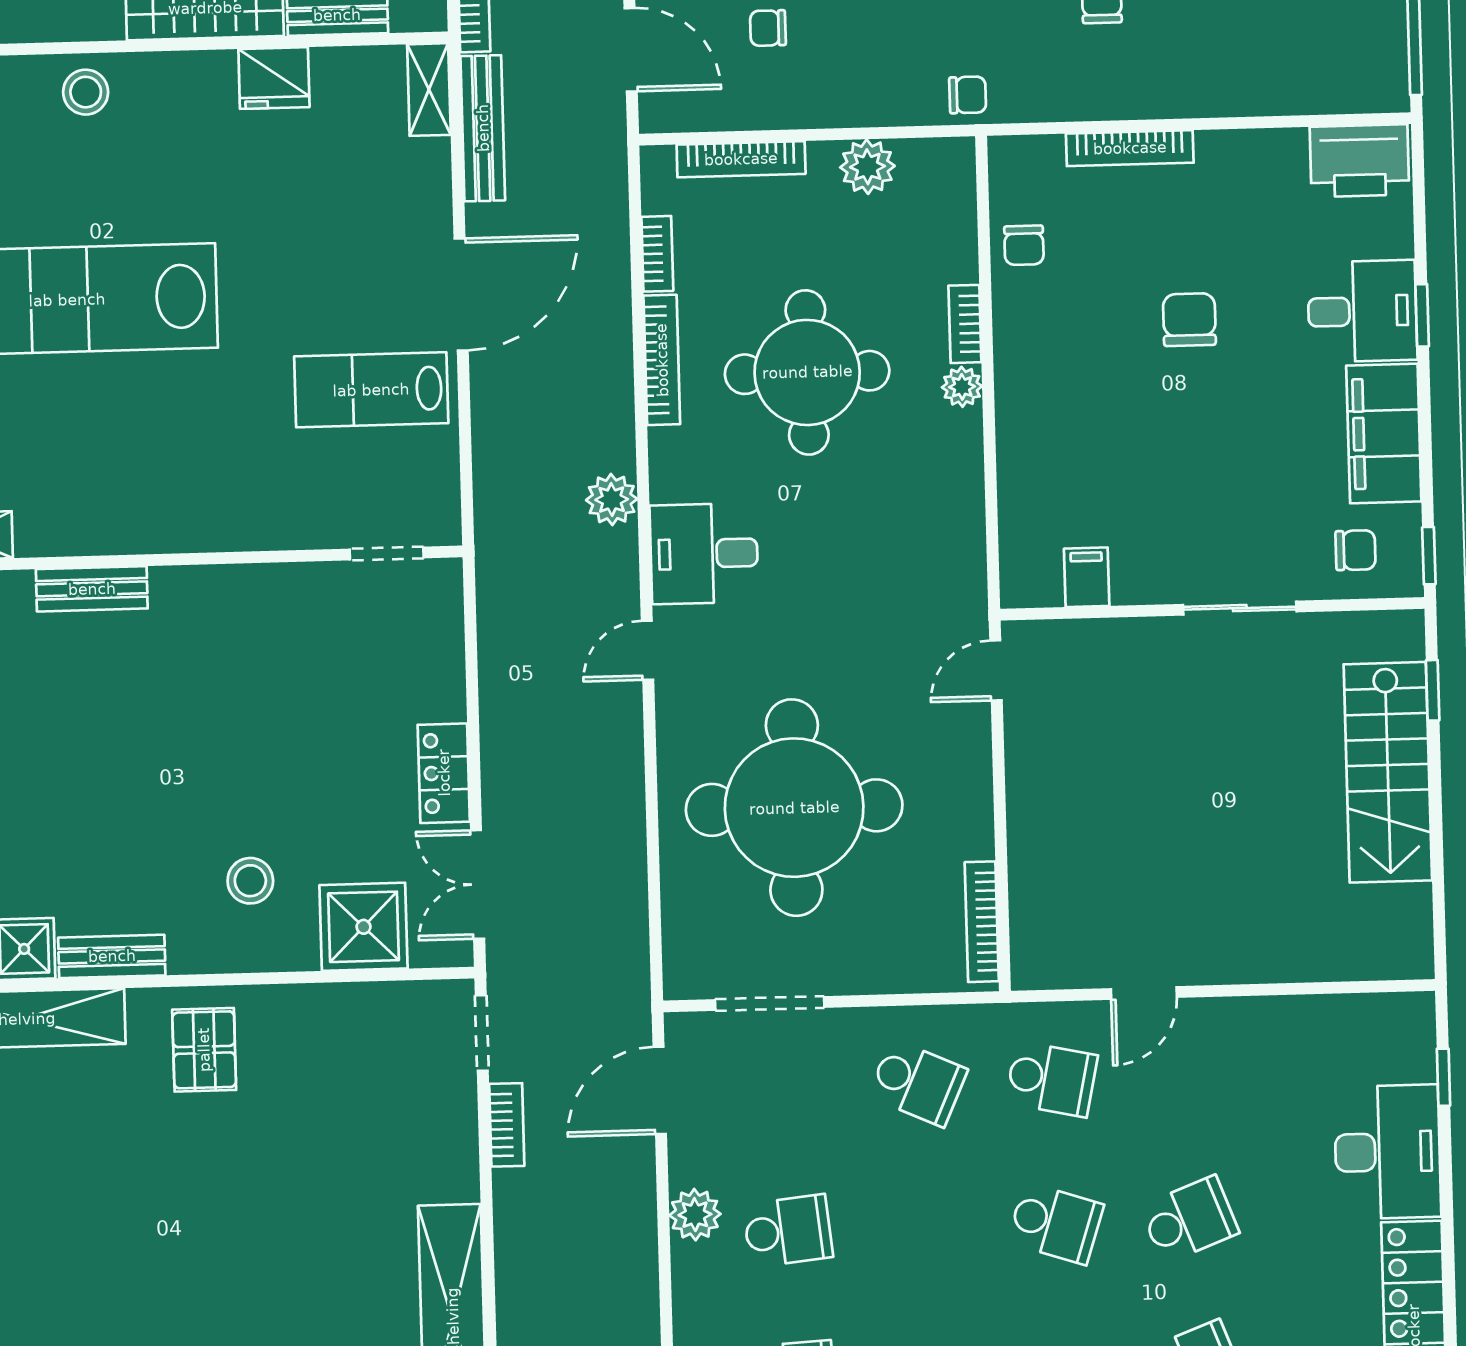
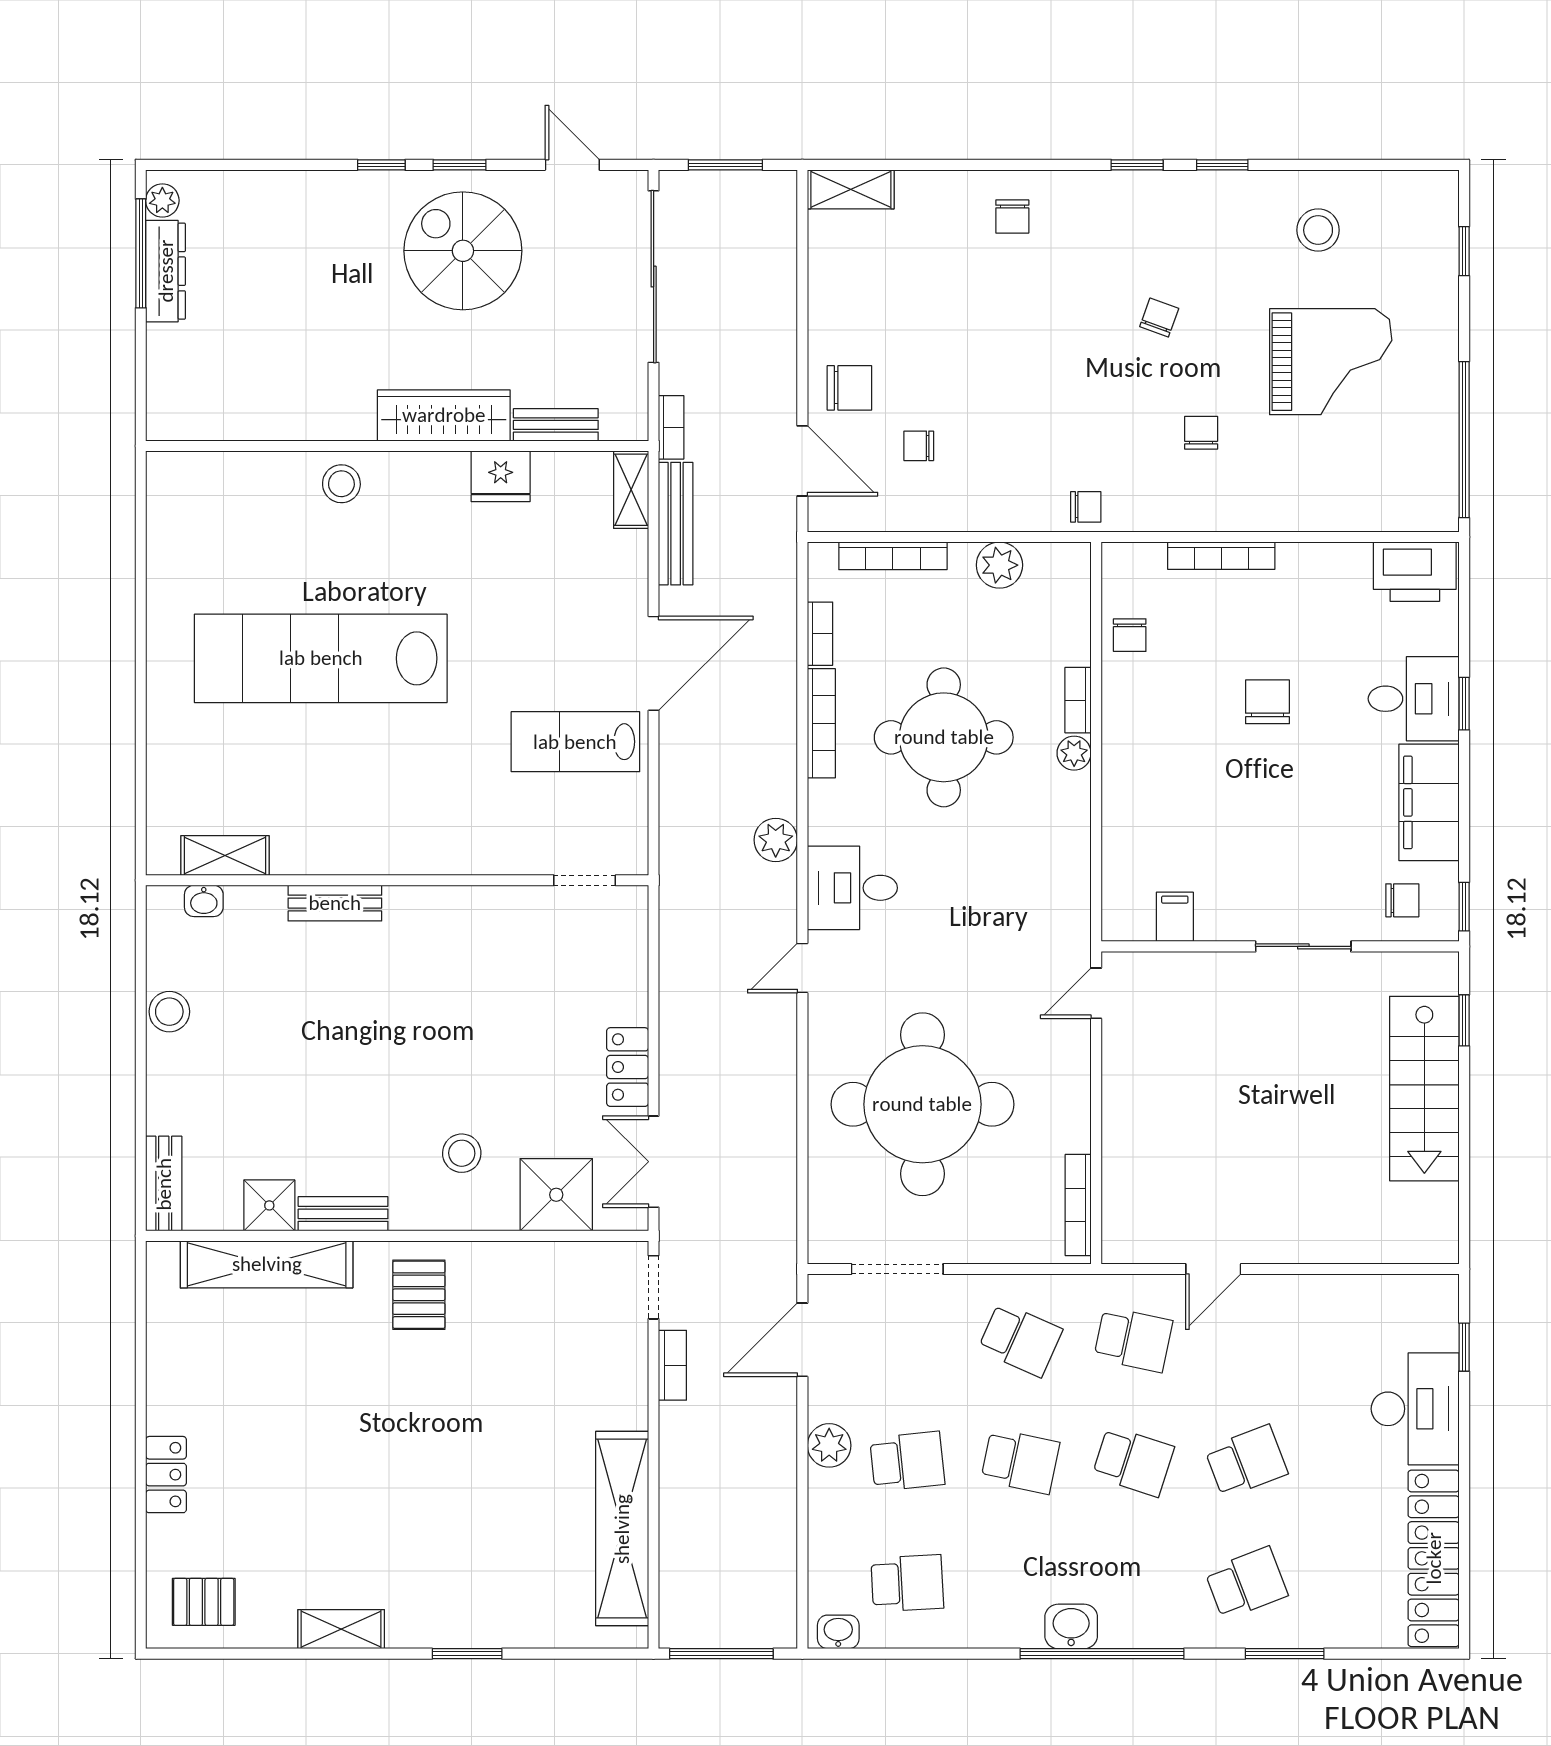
school desk: (922, 1227) -> (1020, 1461), added

